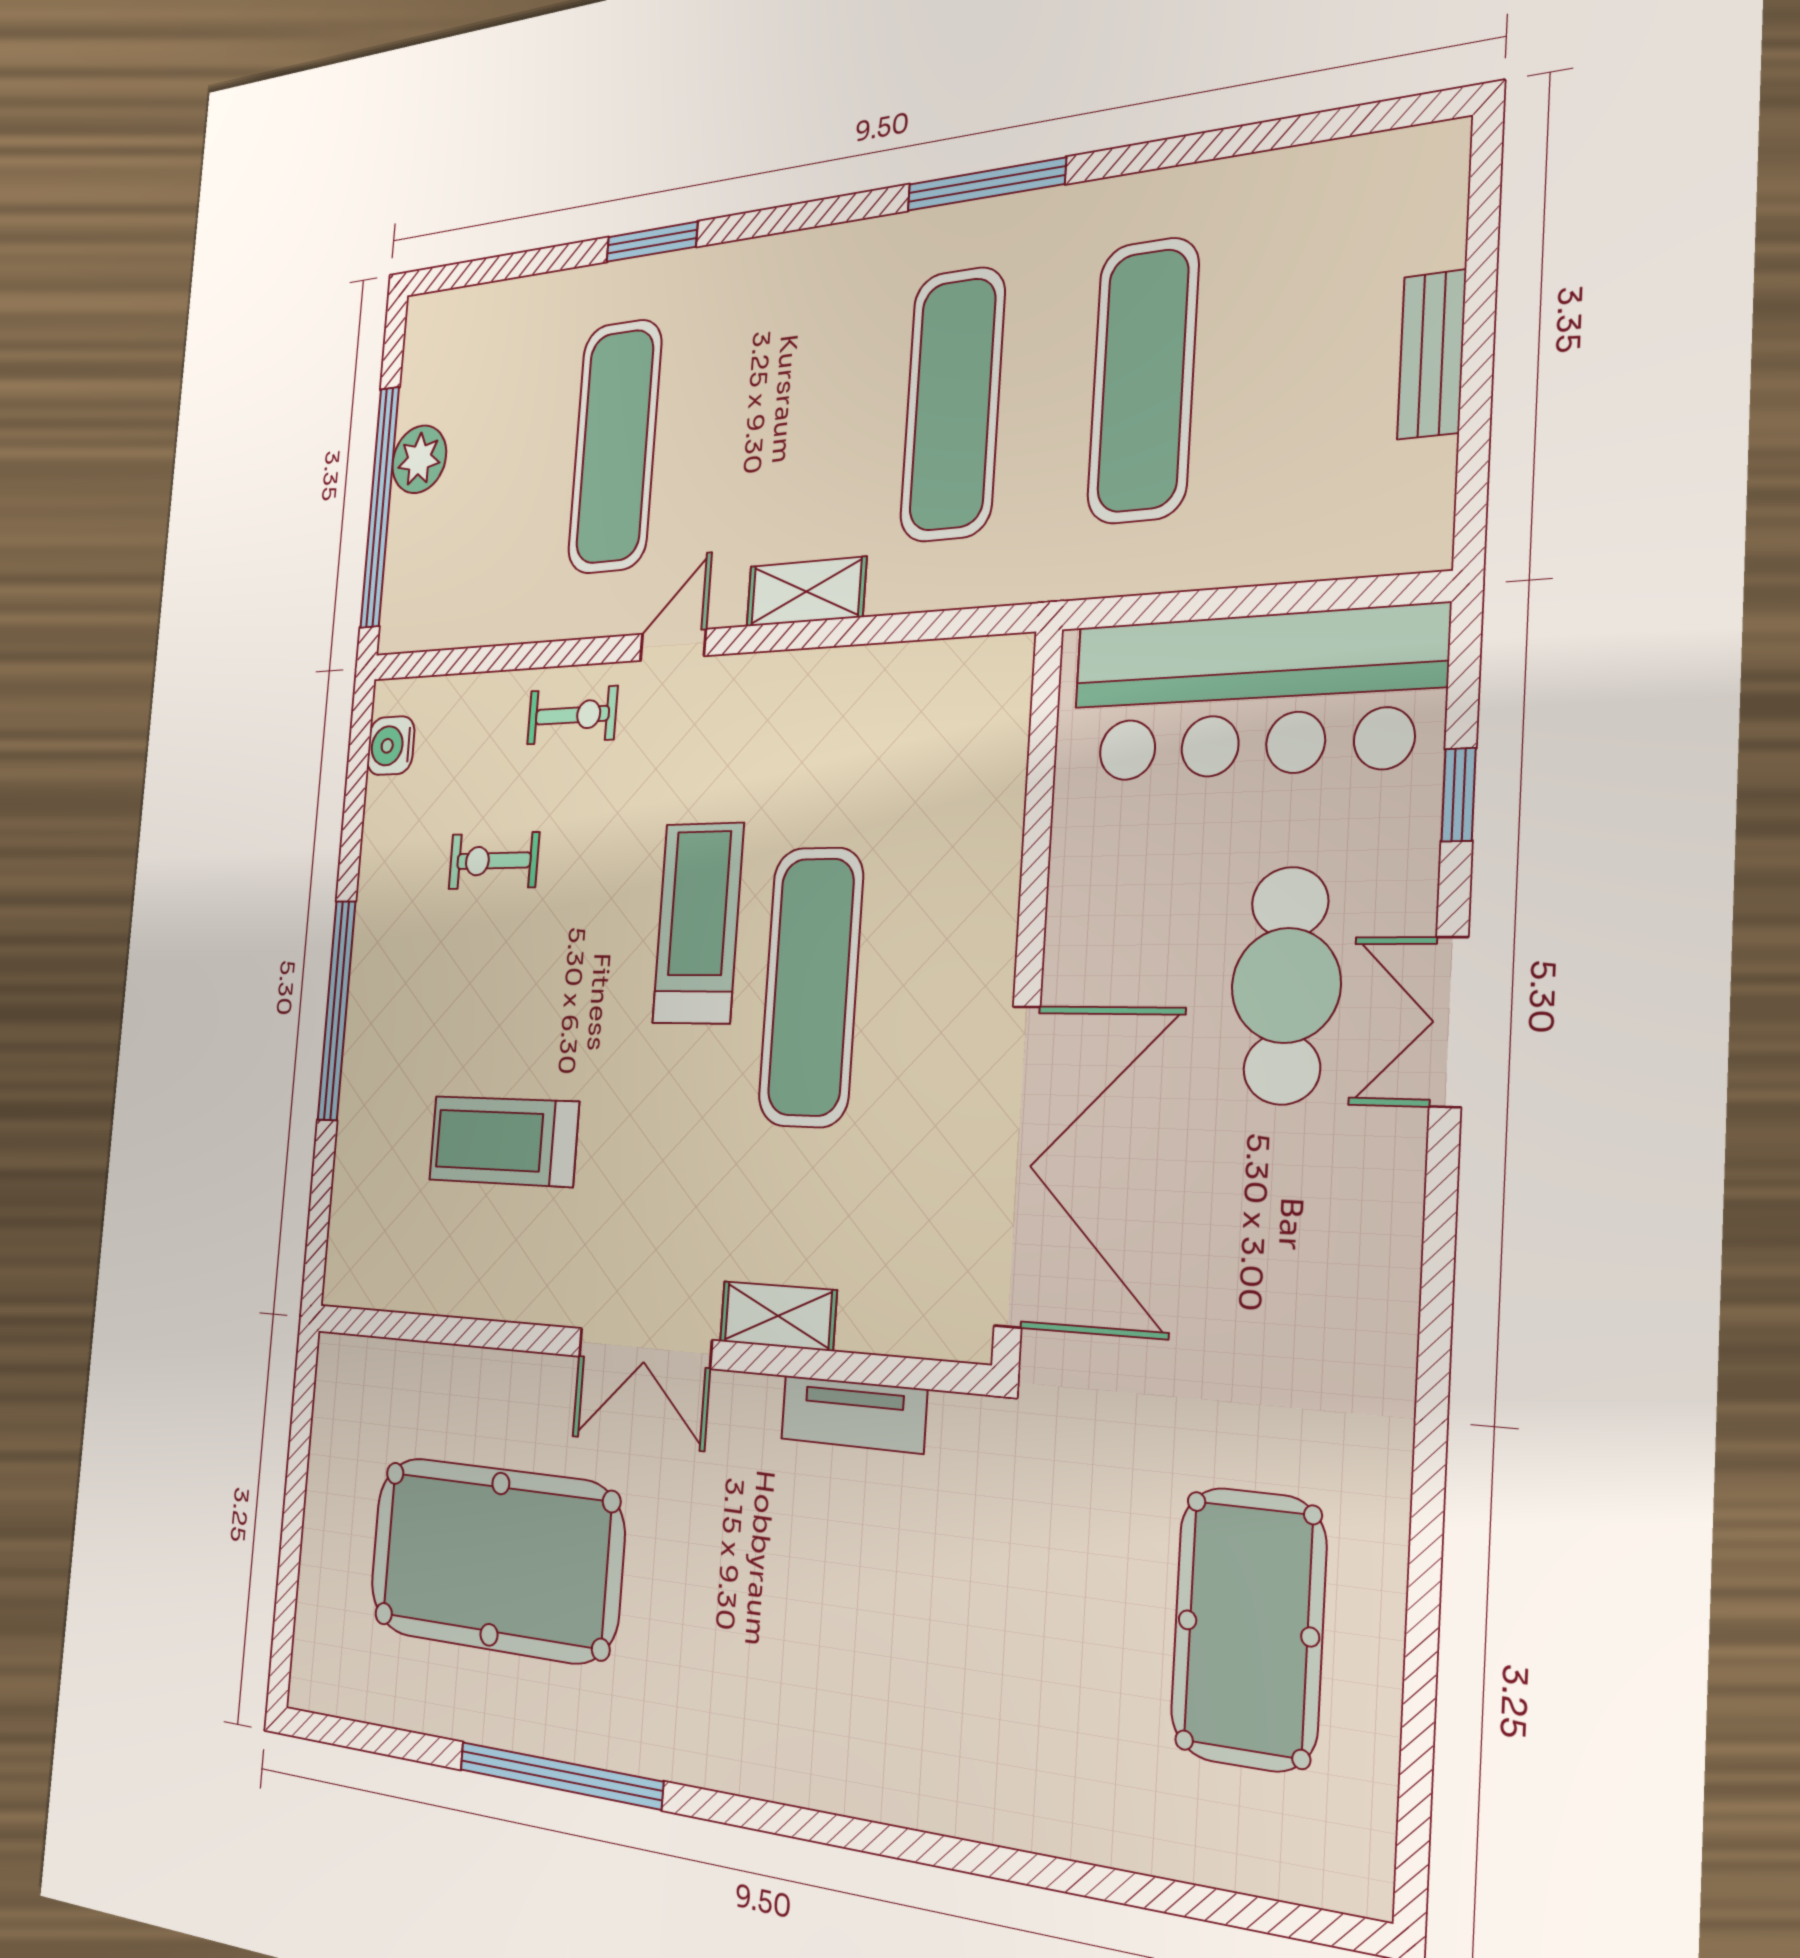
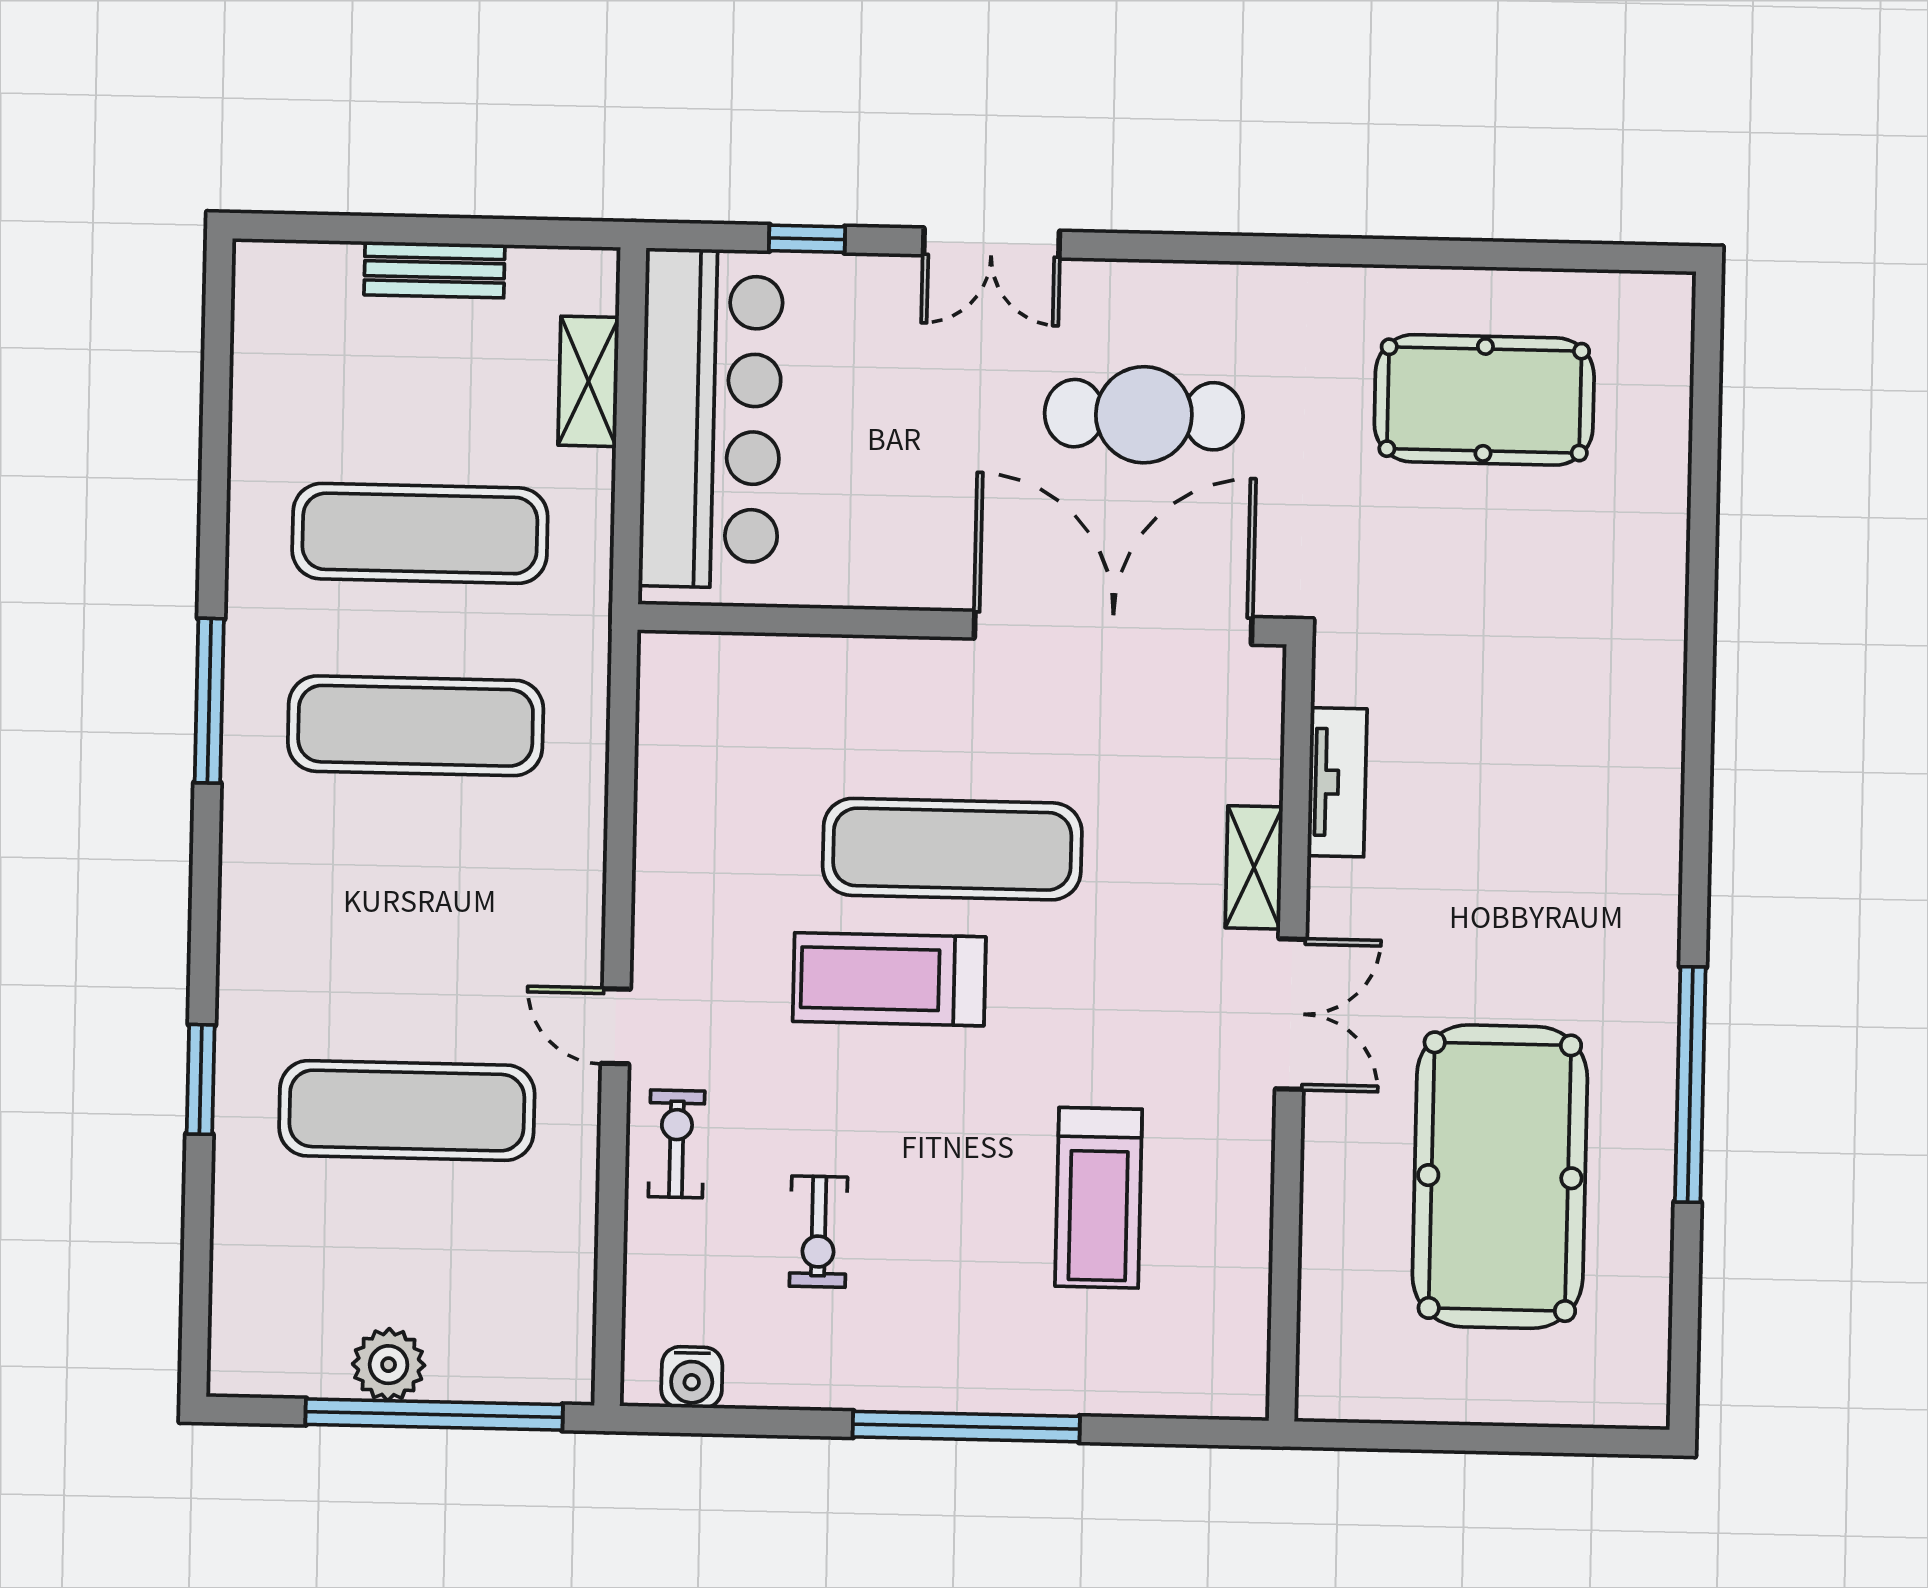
shelving: (806, 592) -> (589, 381), moved
cafe table: (1286, 985) -> (1144, 415), moved

